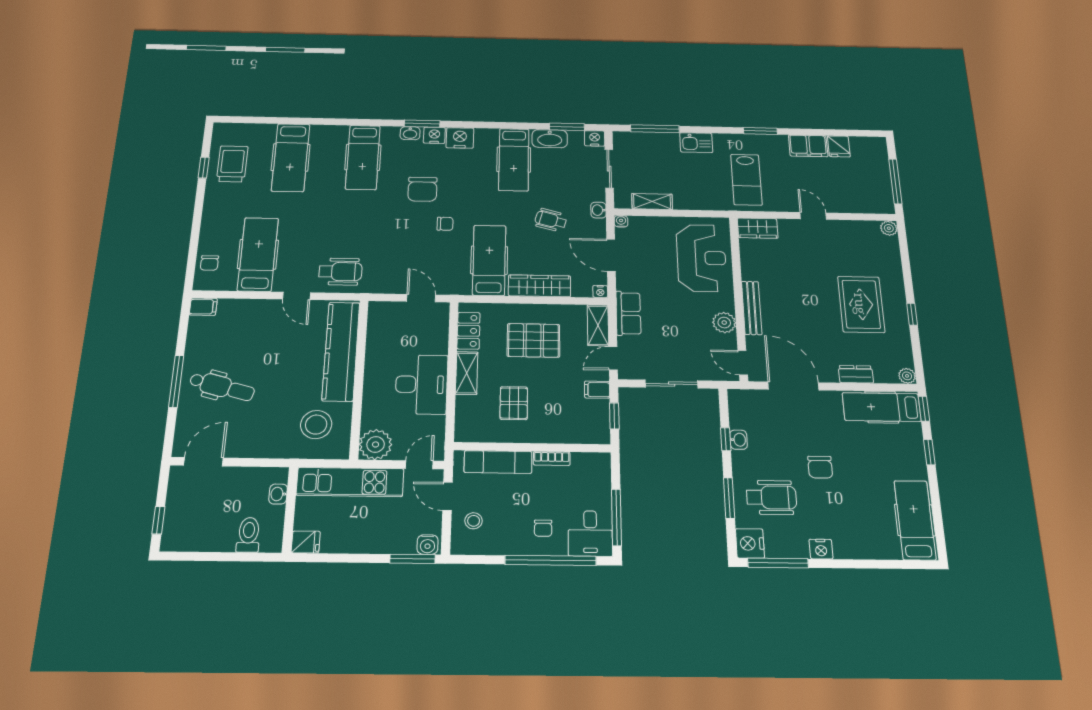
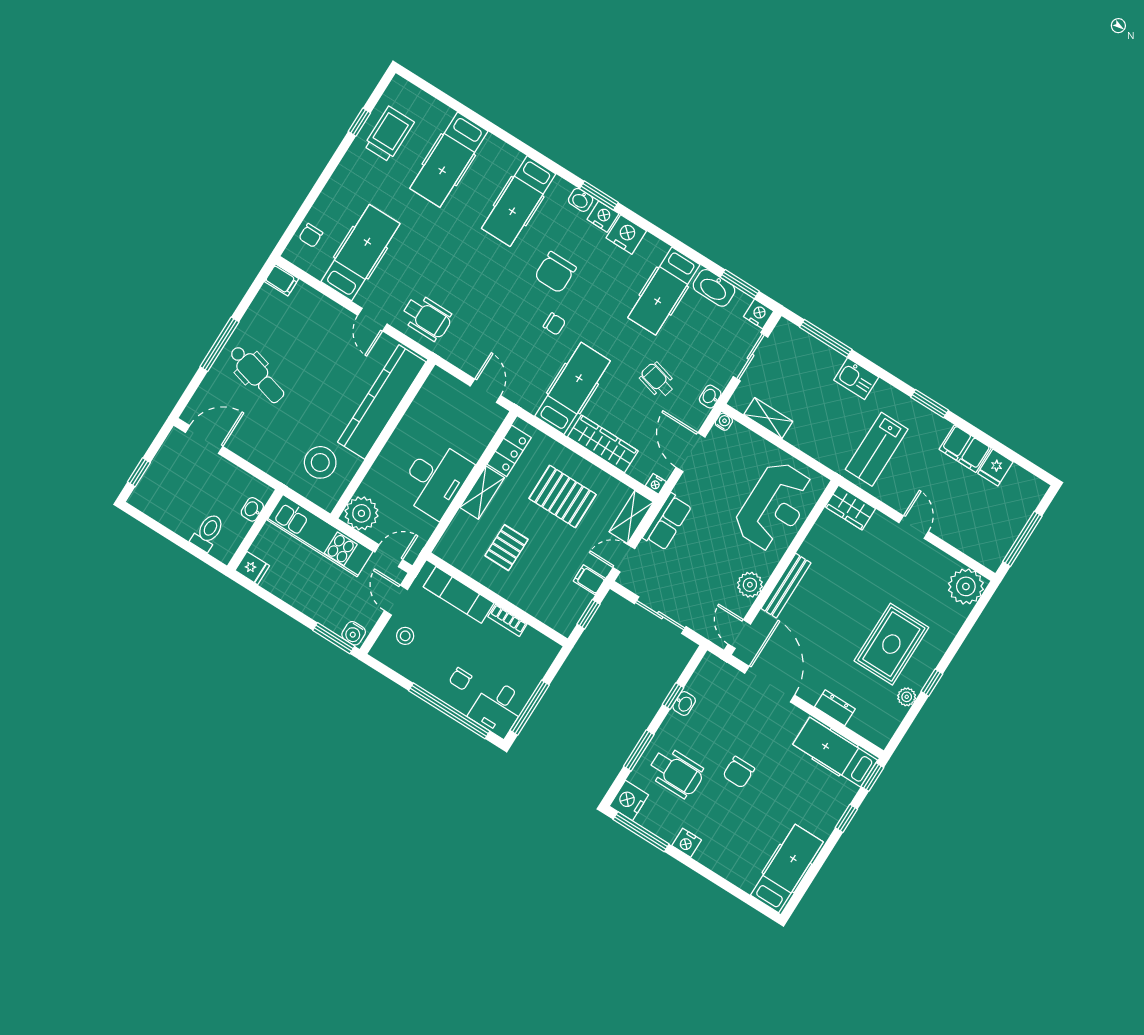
plant: (889, 228) -> (966, 586), width x1.88, depth x1.88
plant: (907, 376) -> (907, 697), moved

